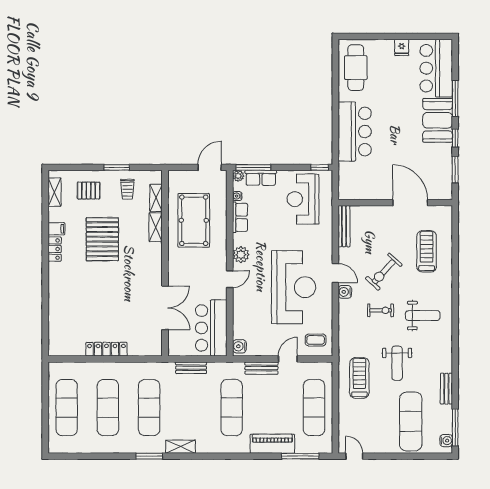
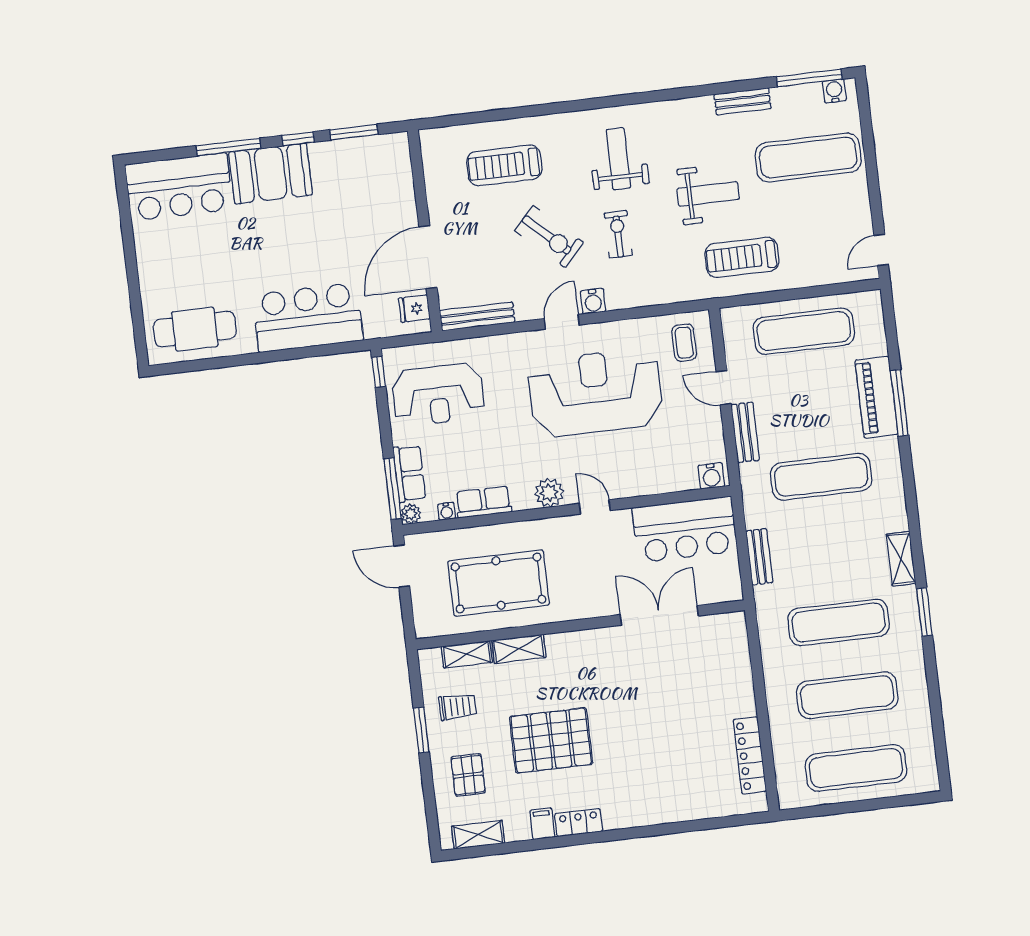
fridge: (402, 47) -> (414, 309), moved, turned 180
door: (410, 203) -> (428, 257), moved
locker: (106, 349) -> (750, 755), moved
window: (300, 456) -> (899, 403), moved

